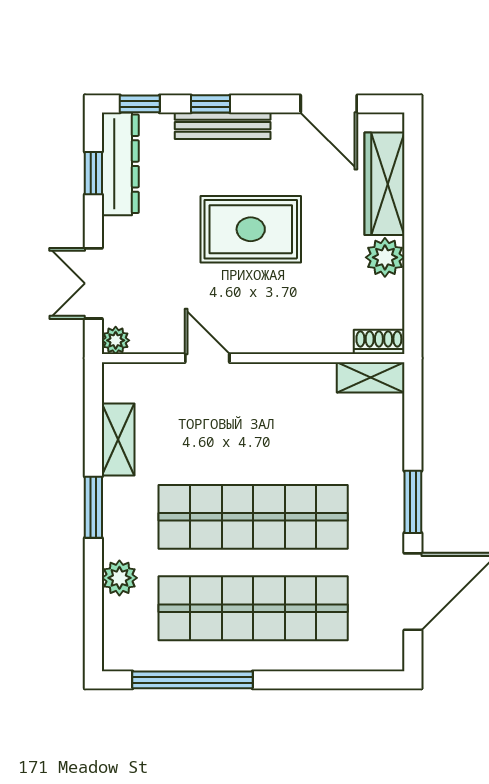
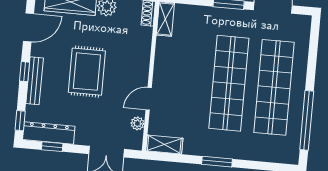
window: (211, 104) -> (25, 72), moved
plant: (116, 340) -> (137, 123), moved
shelving: (118, 439) -> (164, 145), moved
plant: (119, 578) -> (253, 152), removed

